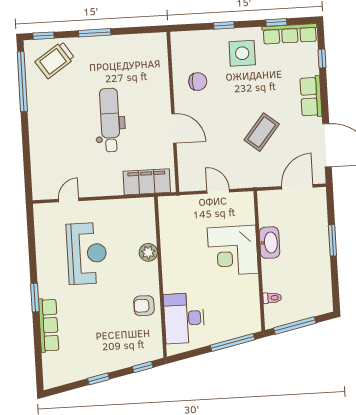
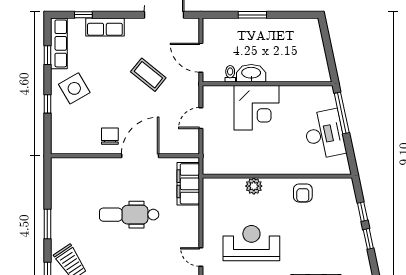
side table: (242, 53) -> (74, 88), turned -30
chair: (198, 82) -> (110, 136), moved
row of seats: (311, 97) -> (105, 27), moved
door: (174, 128) -> (140, 156), width x1.36
door: (297, 187) -> (201, 58), moved
toilet: (272, 298) -> (230, 74), moved
desk: (184, 318) -> (324, 134), moved, turned -102
window: (295, 326) -> (329, 54), removed
window: (143, 367) -> (363, 212), moved

